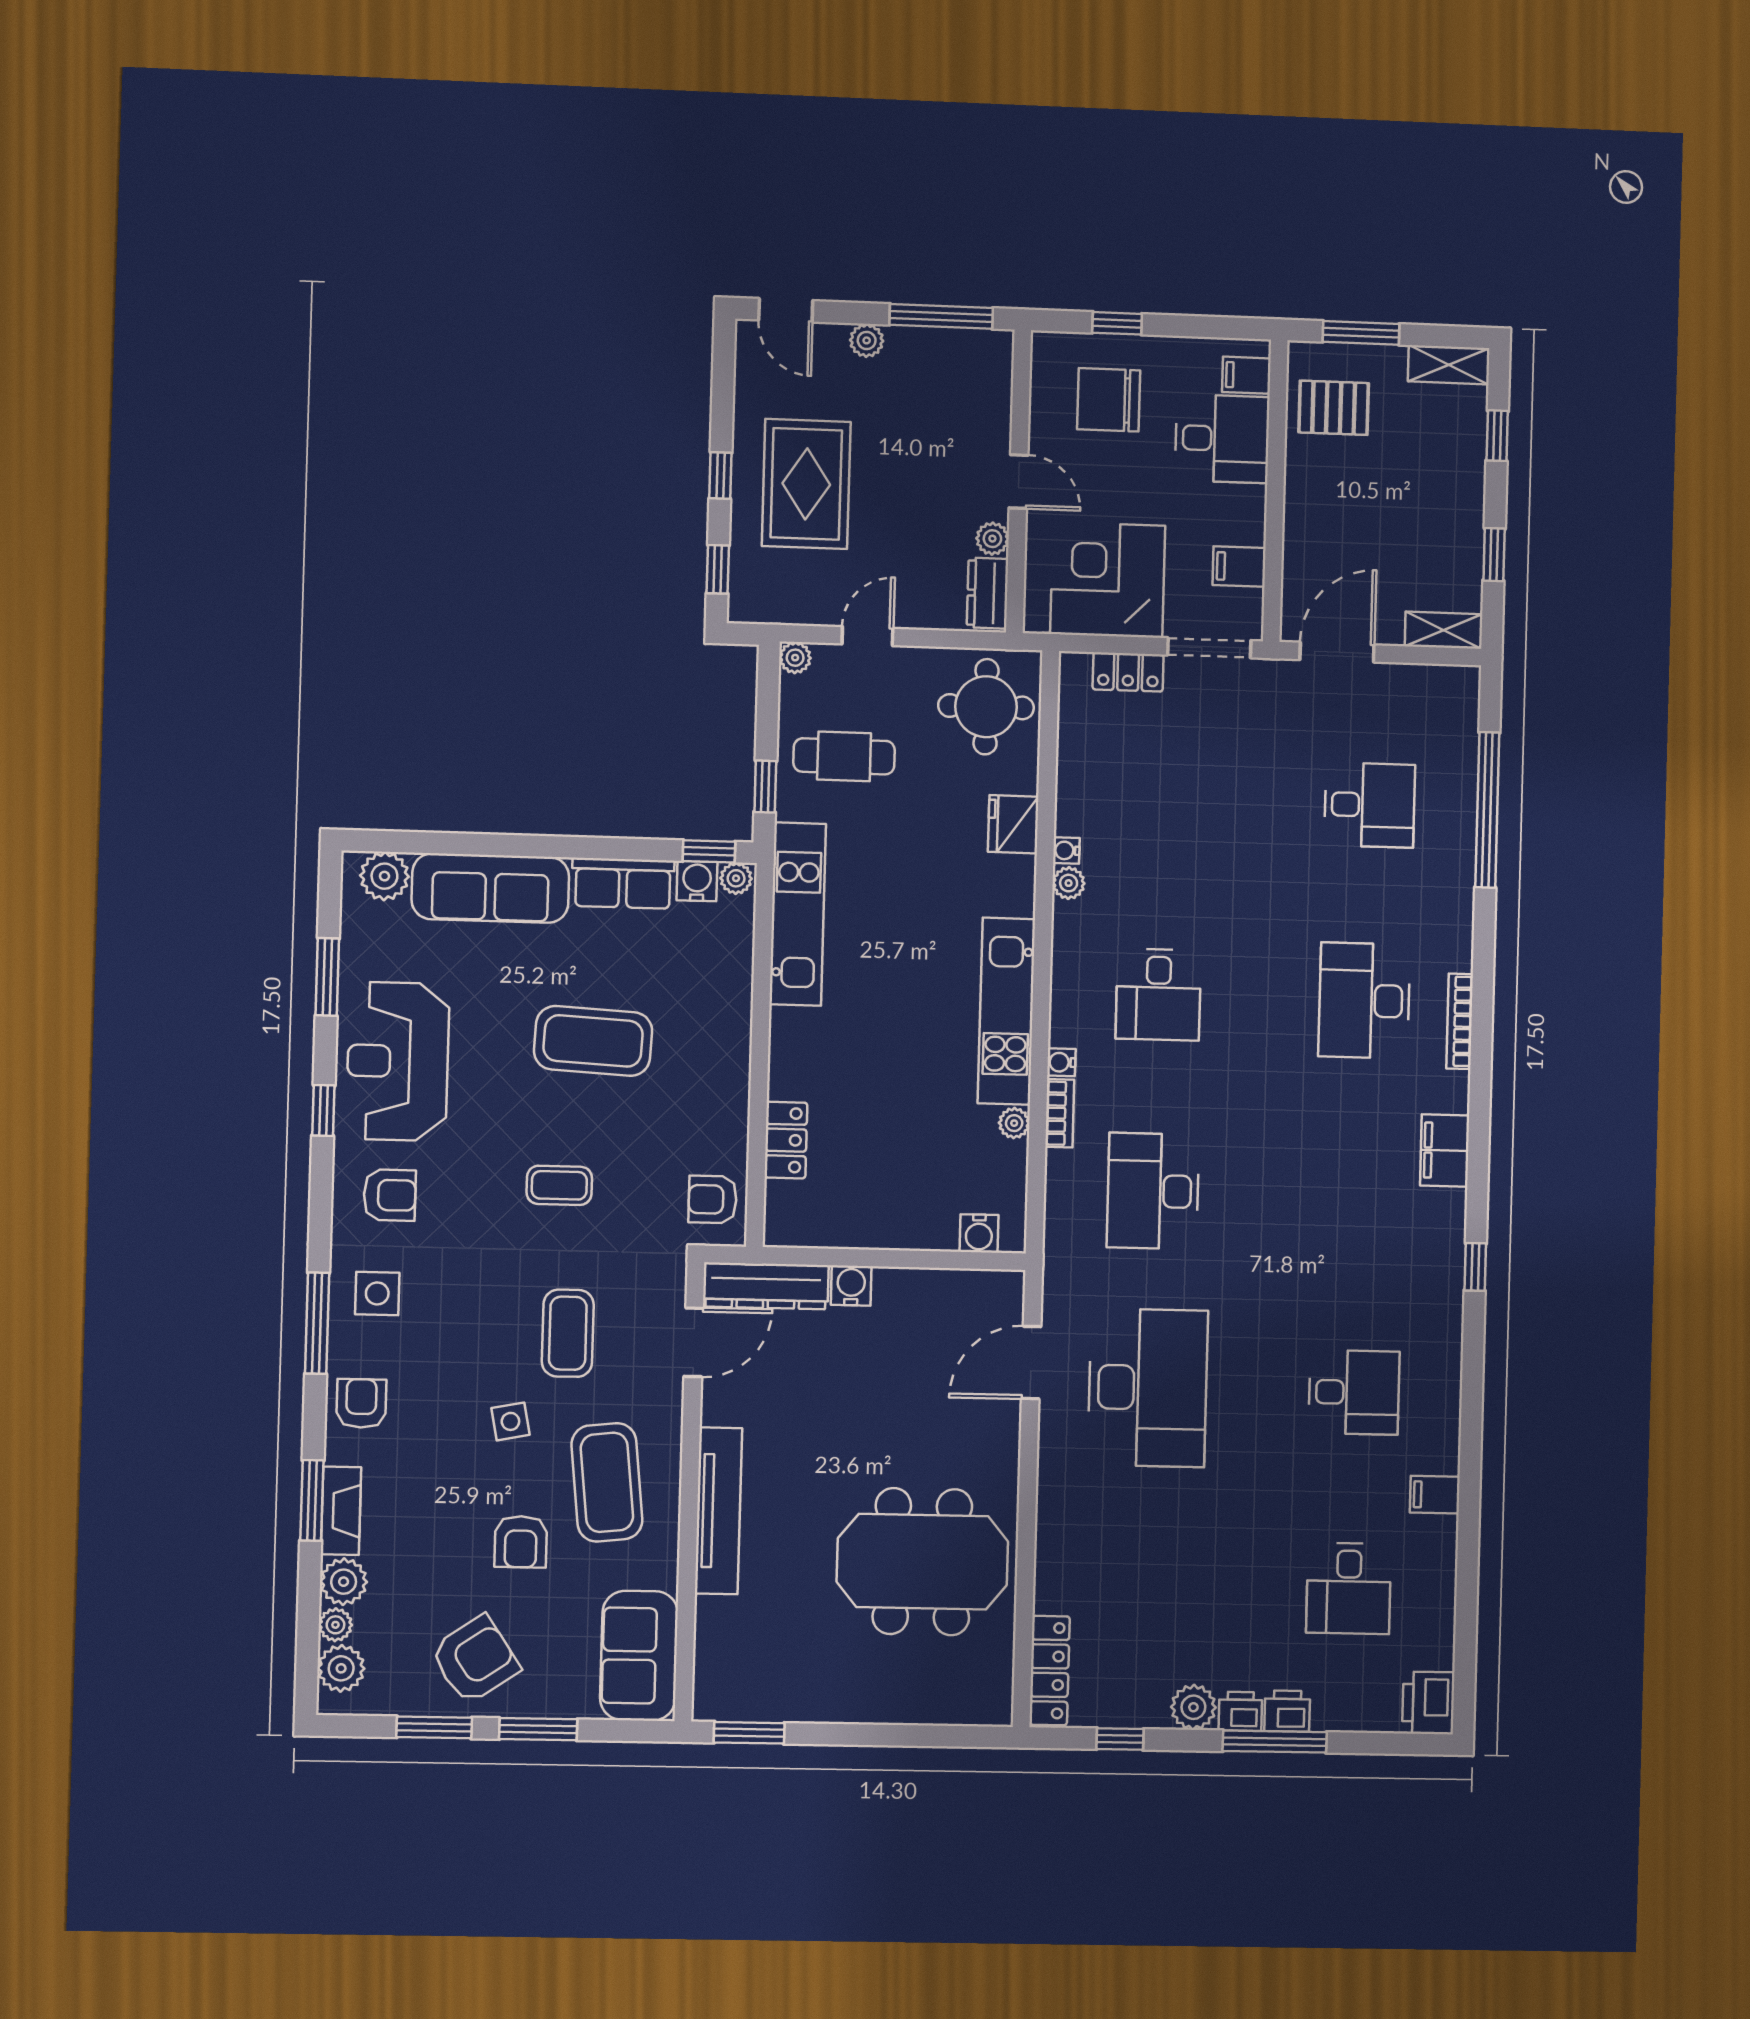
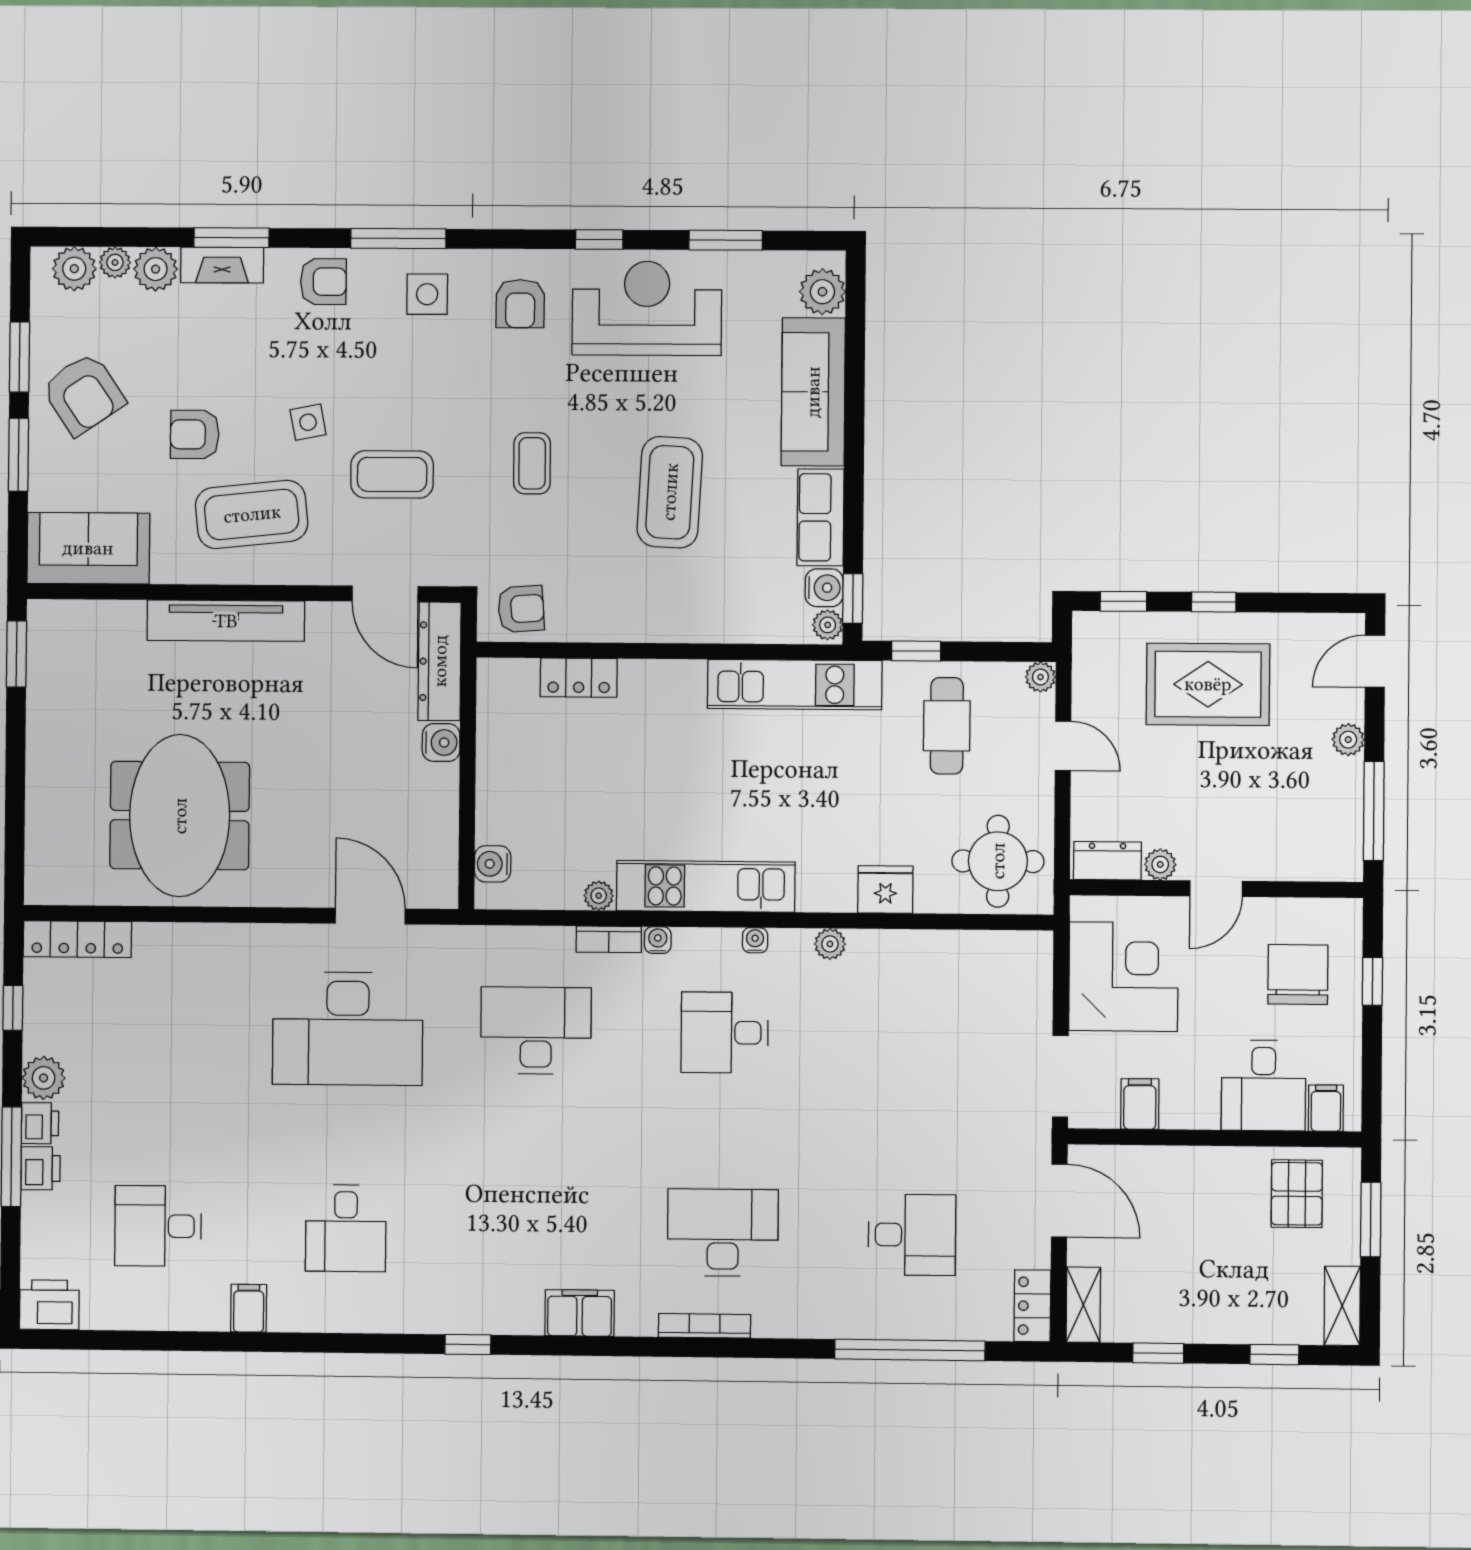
locker: (1128, 672) -> (1032, 1306), moved
desk: (1370, 805) -> (912, 1235), turned -90
water cooler: (1066, 851) -> (755, 940), moved
armchair: (713, 1199) -> (521, 609), turned 86

